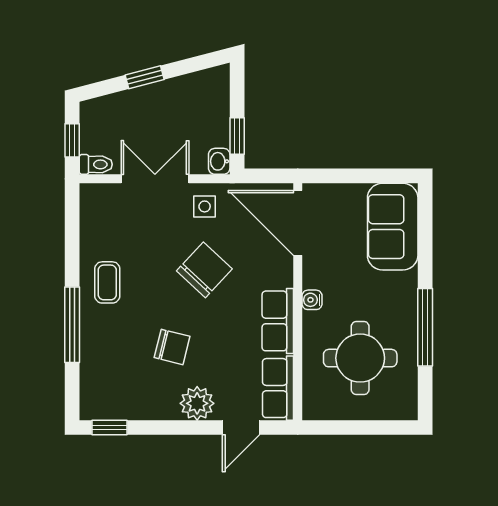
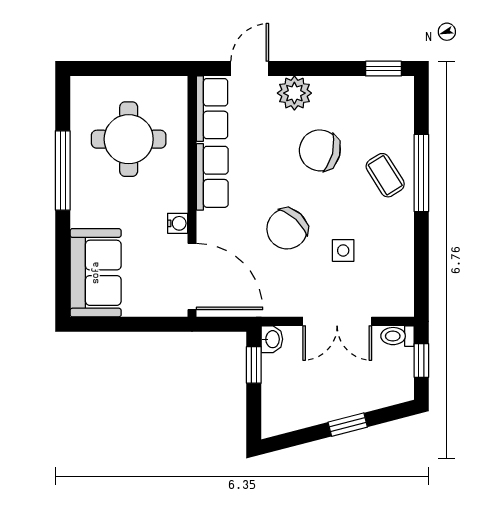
side table: (205, 206) -> (343, 250), moved
coffee table: (107, 282) -> (385, 175), moved, turned -32
water cooler: (312, 300) -> (178, 223), moved
chair: (172, 347) -> (320, 150), width x1.37, depth x1.37

